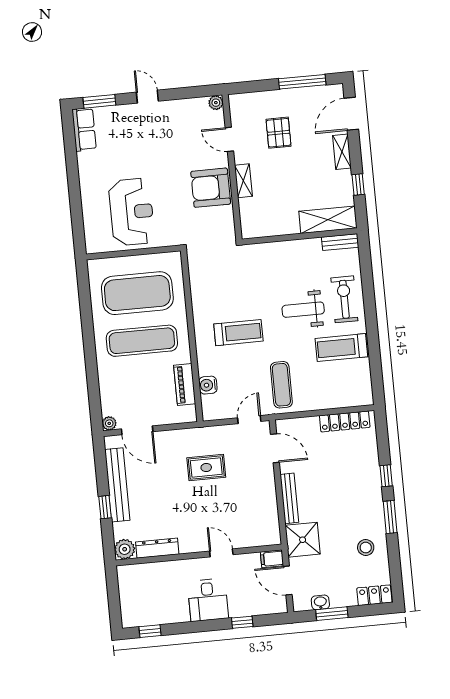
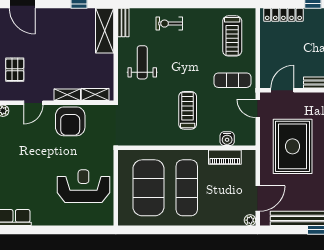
pallet: (279, 133) -> (15, 70), moved, turned 90
shelving: (342, 152) -> (95, 95), moved
exercise bike: (344, 299) -> (169, 24), width x0.73, depth x0.72
weight bench: (303, 310) -> (142, 62), moved, turned 180
treadmill: (341, 348) -> (232, 36), moved
locker: (345, 421) -> (283, 15), moved, turned 90
rug: (206, 468) -> (293, 146), width x1.86, depth x2.06

